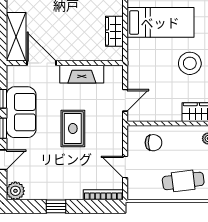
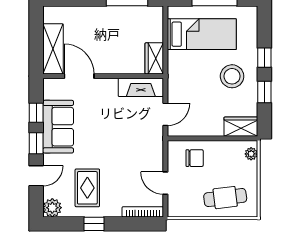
wardrobe: (114, 31) -> (154, 58), moved
fireplace: (82, 74) -> (141, 87), moved
rug: (73, 128) -> (87, 188), moved

